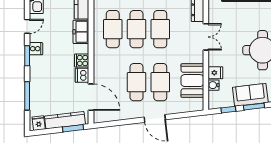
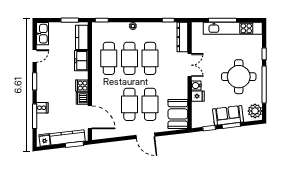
cooker: (36, 49) -> (42, 108), moved
booth: (192, 81) -> (178, 114), moved
water cooler: (214, 85) -> (196, 86), moved

